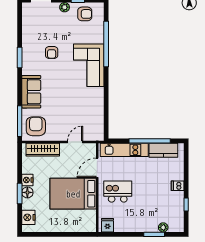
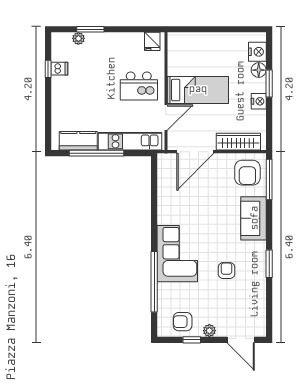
door: (75, 142) -> (195, 152), width x1.88
dishwasher: (178, 186) -> (59, 69), moved
floor lamp: (27, 192) -> (259, 70), moved
bed: (73, 194) -> (198, 90), width x0.67

